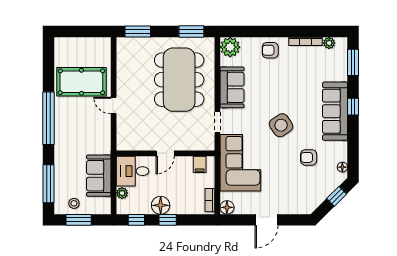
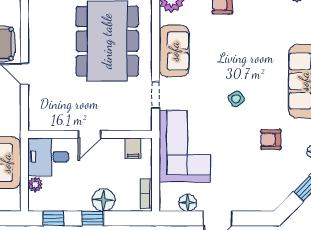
side table: (281, 125) -> (236, 99), width x0.54, depth x0.54
floor lamp: (161, 205) -> (104, 200), moved
floor lamp: (227, 207) -> (188, 203), moved

